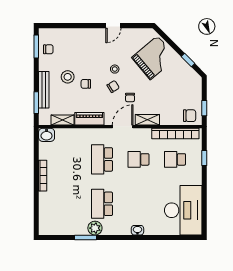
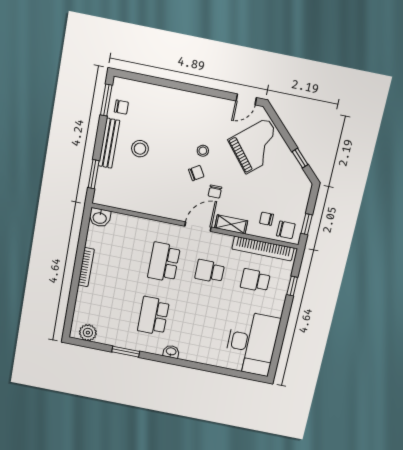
door: (113, 26) -> (246, 99), moved
chair: (86, 84) -> (266, 219), moved
bench: (44, 90) -> (109, 143), moved
piano: (89, 119) -> (158, 208), removed
shelving: (62, 120) -> (123, 203), removed
plant: (95, 228) -> (88, 333), moved
washbasin: (137, 230) -> (171, 352), moved

